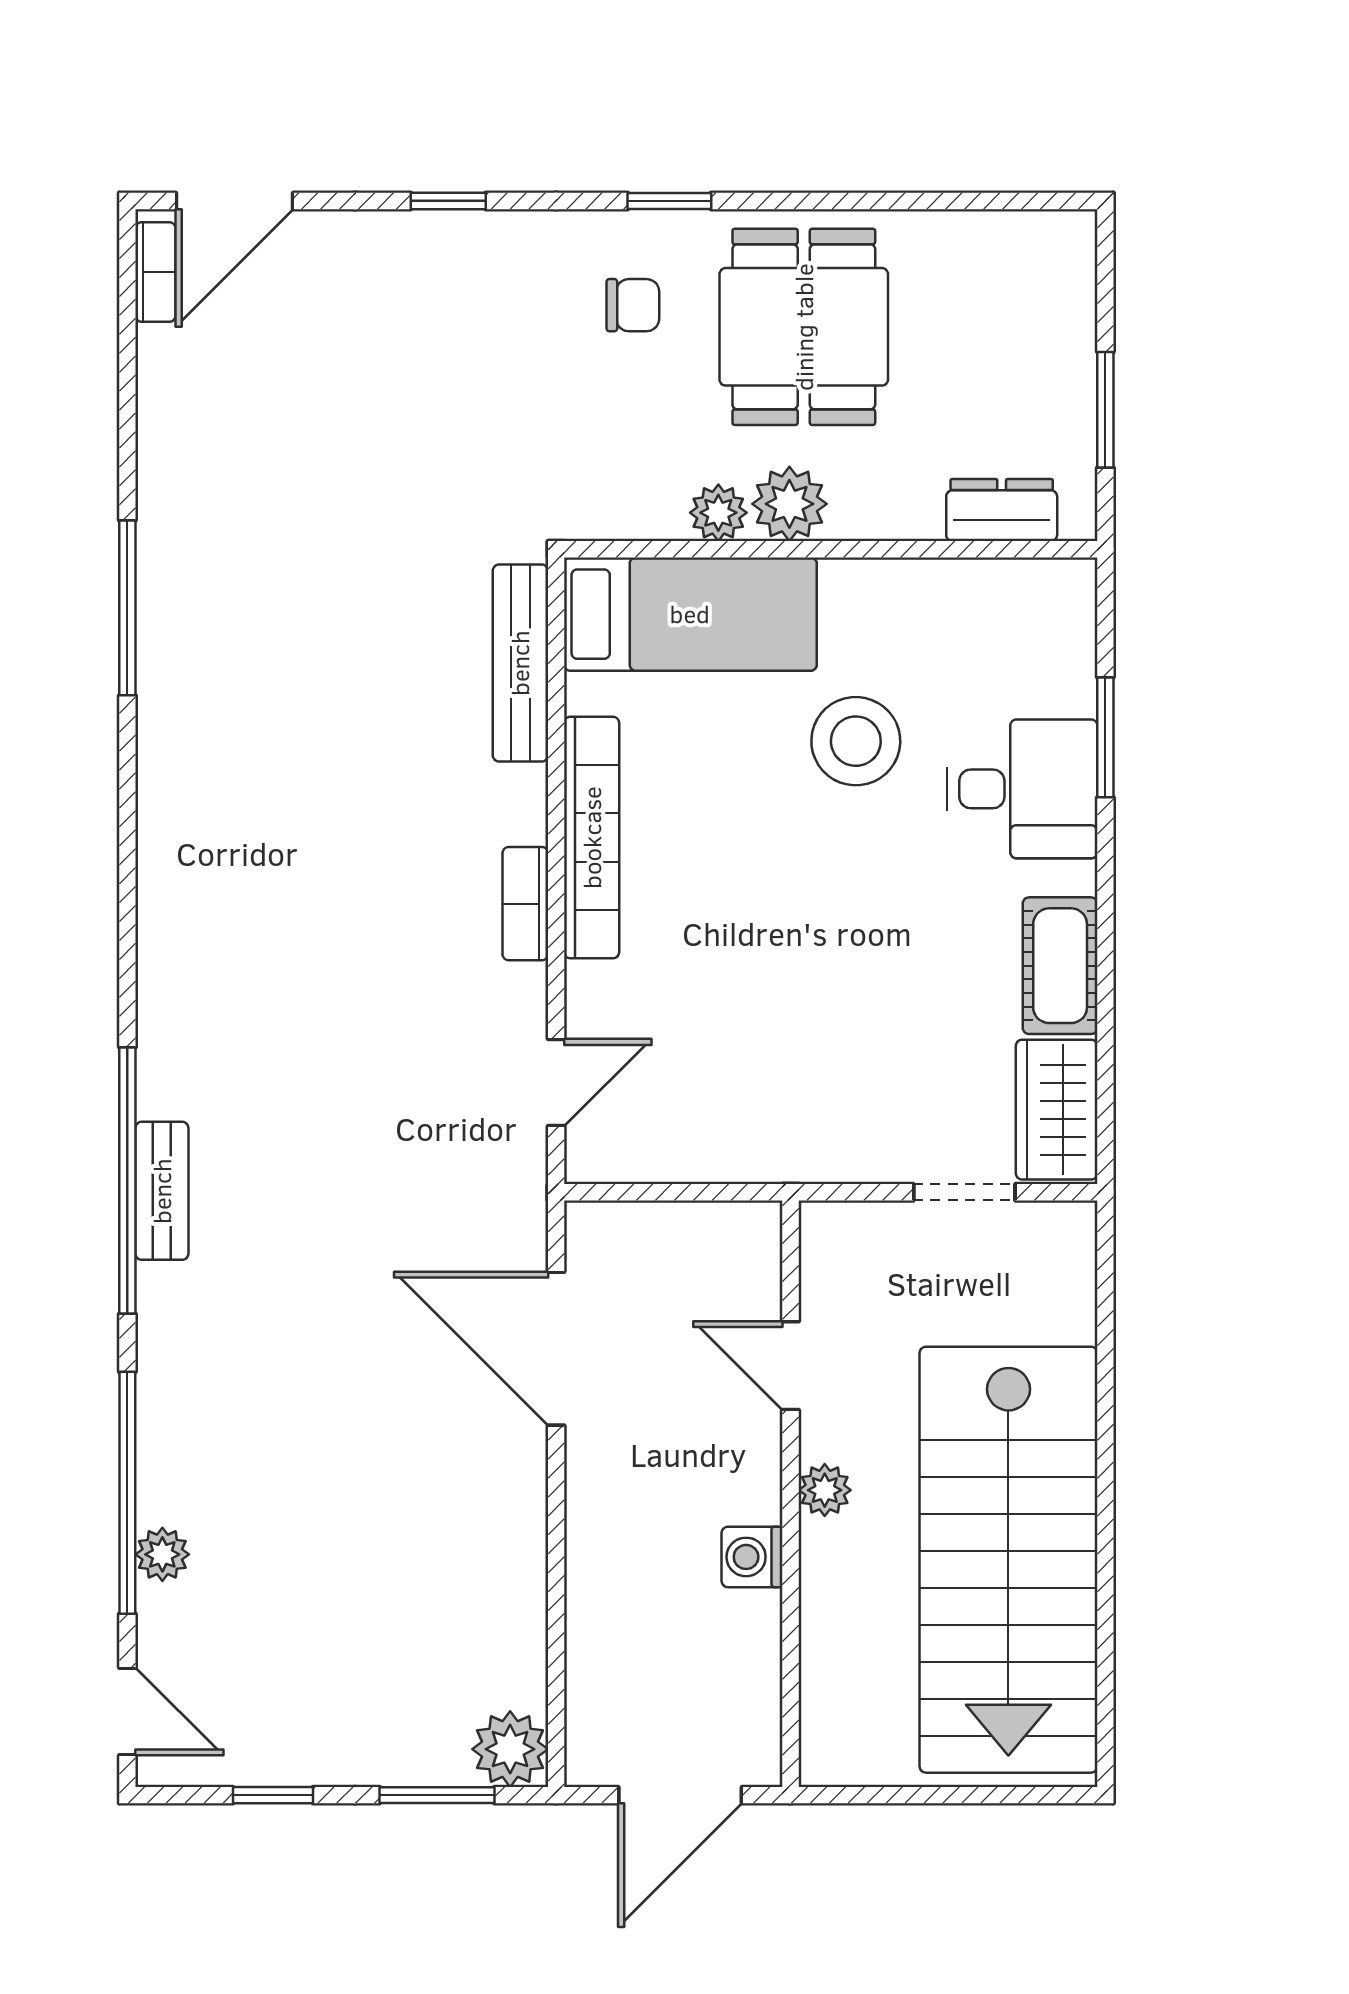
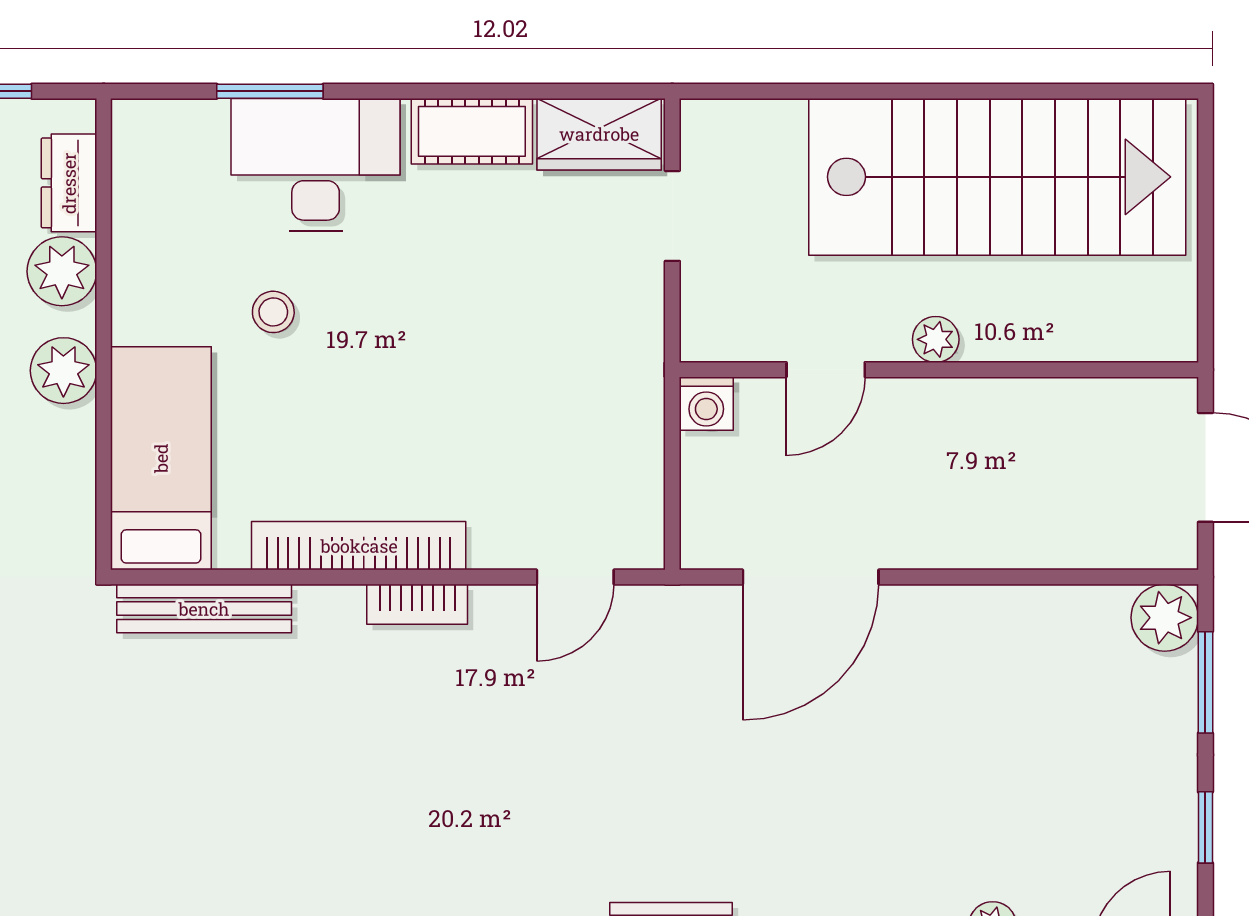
plant: (718, 513) -> (62, 271), moved, width x1.38, depth x1.38
stool: (856, 741) -> (273, 312), width x0.53, depth x0.53
desk: (1022, 789) -> (316, 165), width x1.37
door: (556, 1083) -> (575, 577), swing flipped
washing machine: (752, 1557) -> (706, 404), moved

